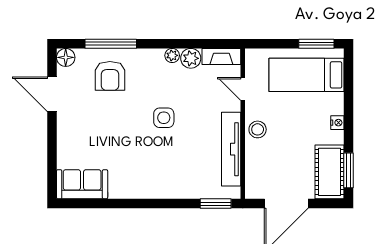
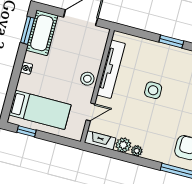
window: (316, 44) -> (27, 131), width x0.67
door: (243, 89) -> (91, 112), hinge flipped
side table: (164, 118) -> (153, 90), moved
window: (216, 204) -> (171, 41), moved

